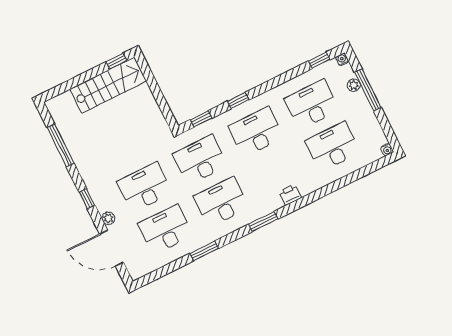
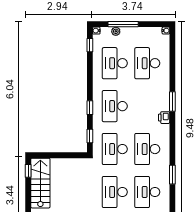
printer: (290, 195) -> (164, 118), moved
window: (263, 222) -> (172, 102), moved

